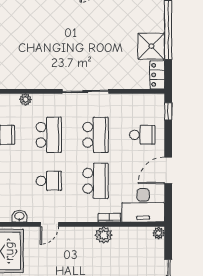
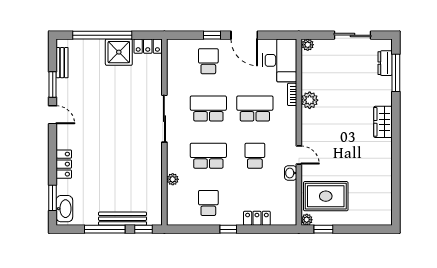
window: (168, 111) -> (212, 35), moved
washbasin: (19, 216) -> (291, 173), moved

